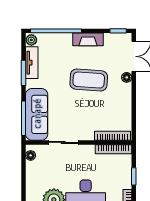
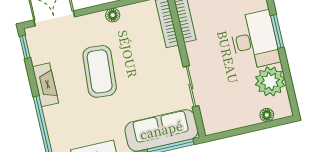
floor lamp: (127, 77) -> (113, 15), moved
floor lamp: (31, 155) -> (267, 115), moved

